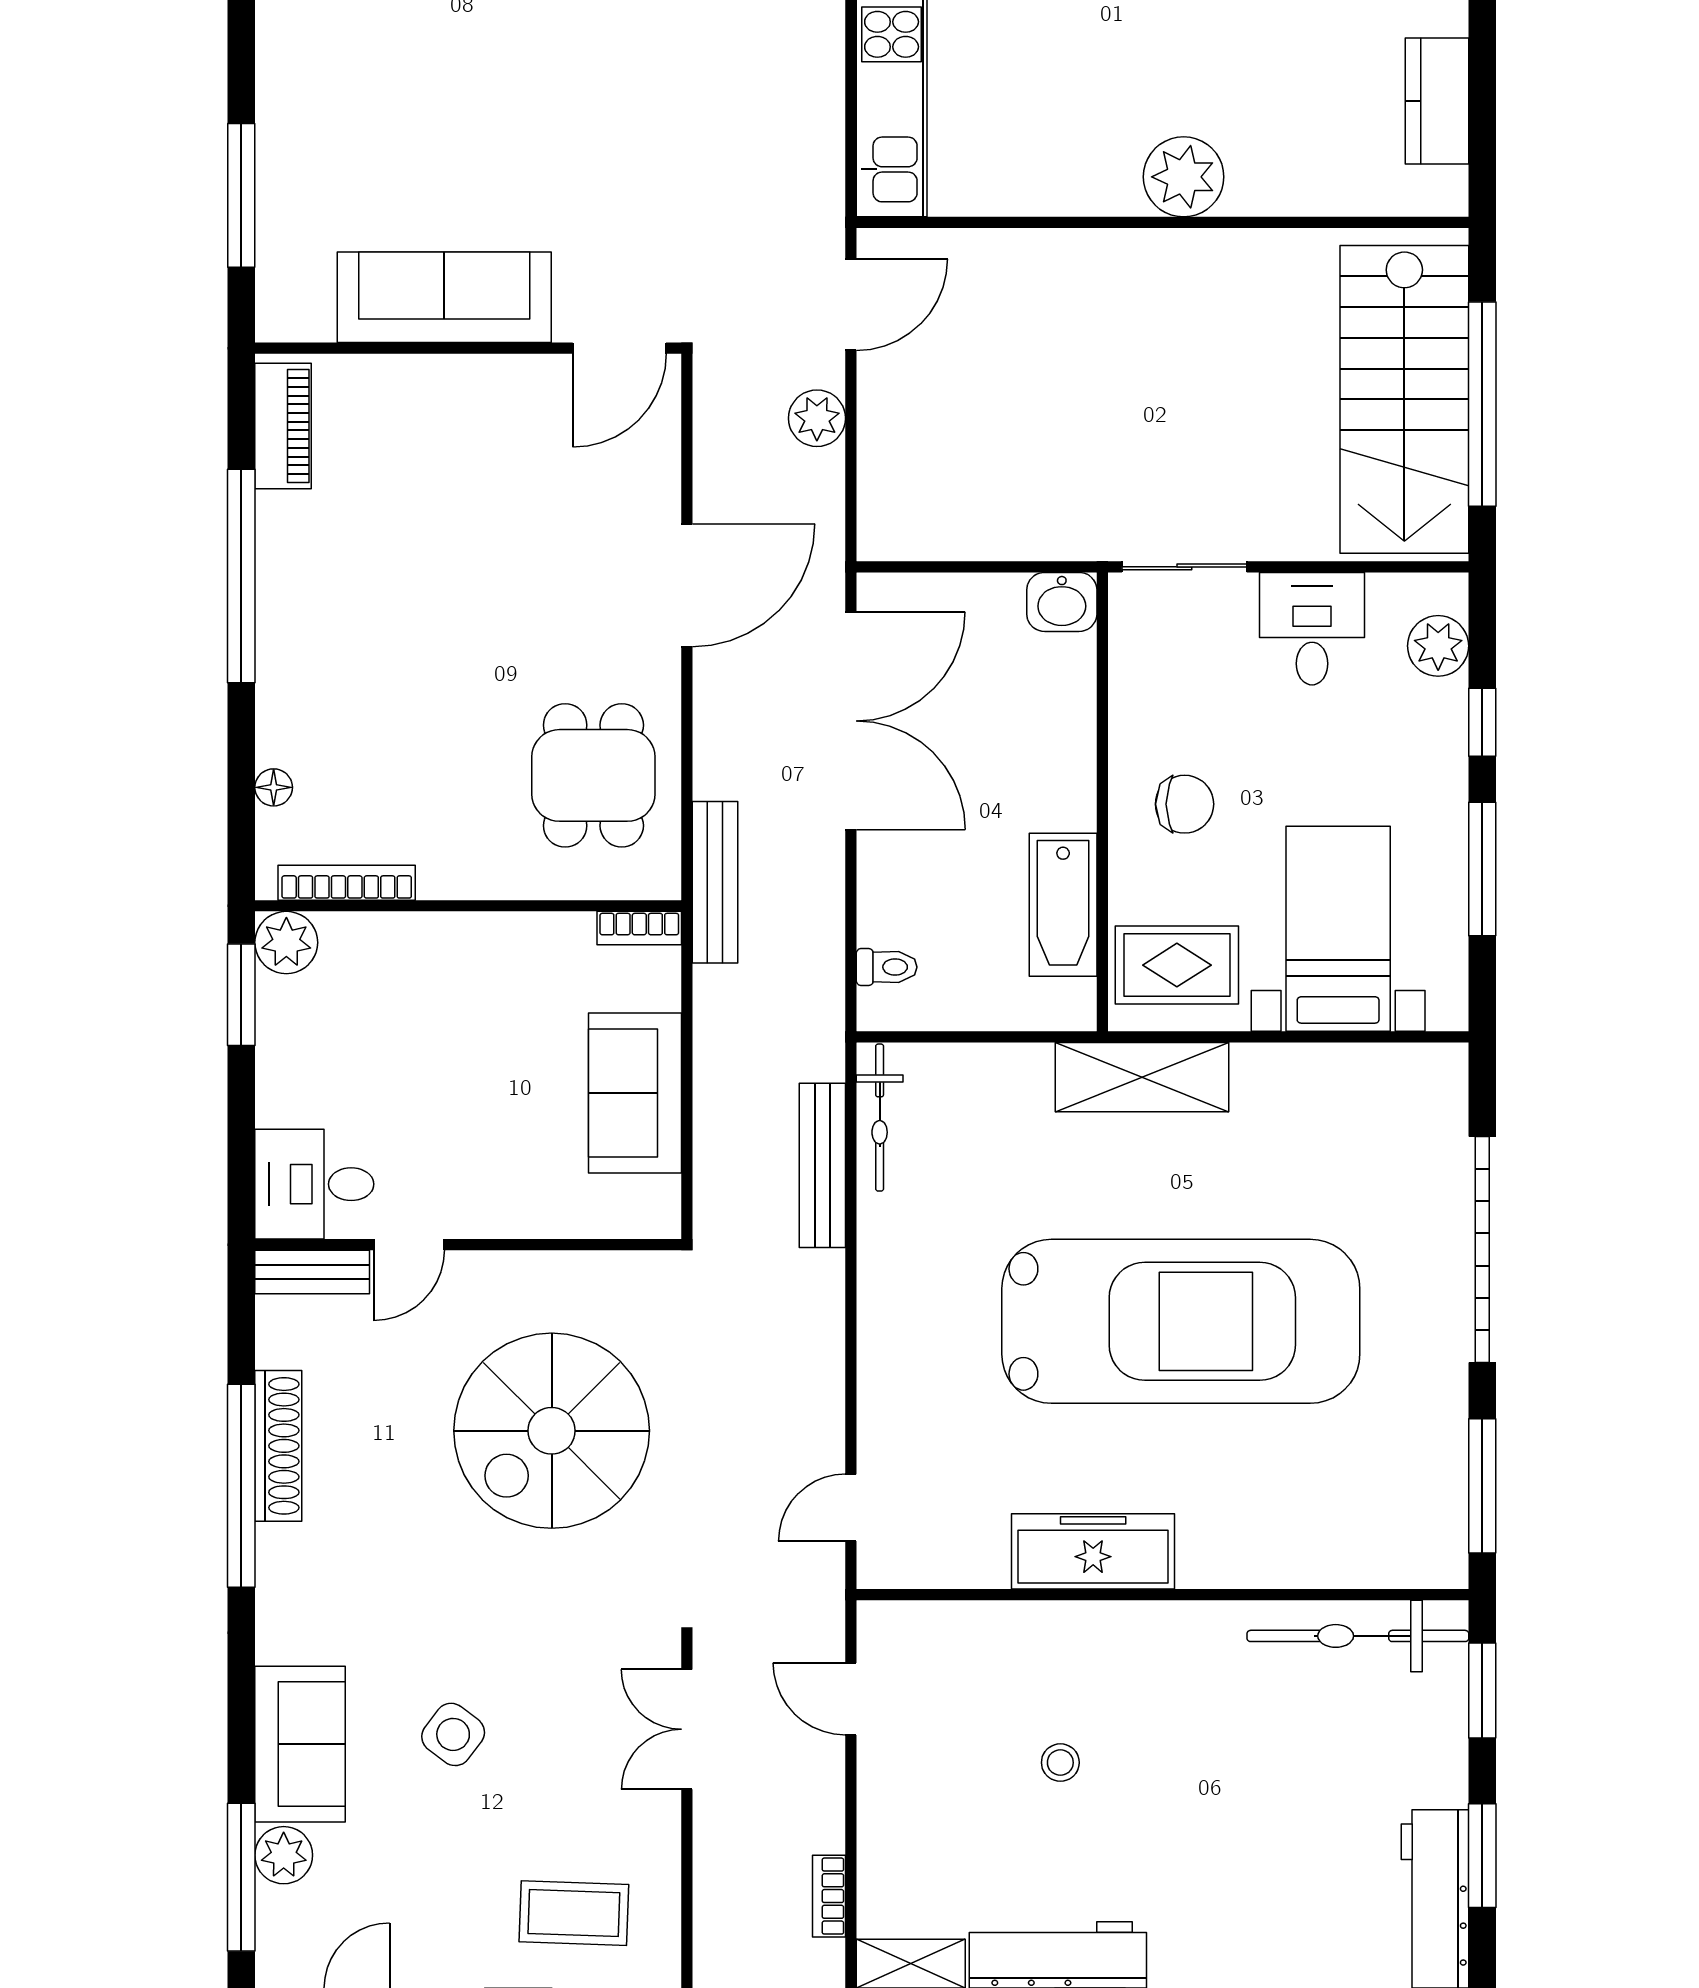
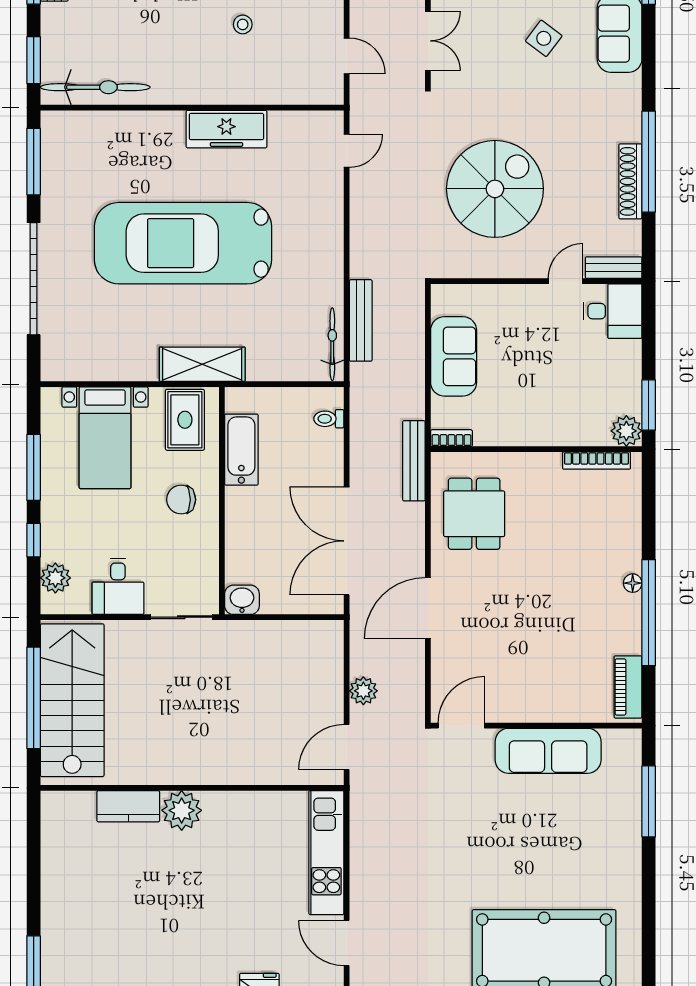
kitchen counter: (1437, 101) -> (128, 806), moved, turned 90
floor lamp: (274, 787) -> (633, 583), moved
rug: (1177, 965) -> (185, 420), turned 90

